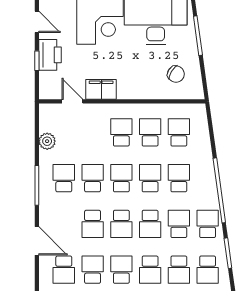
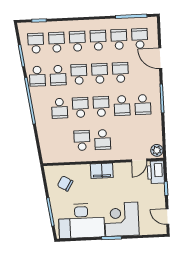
printer: (50, 55) -> (156, 172), moved
filing cabinet: (101, 89) -> (102, 171), moved
door: (72, 101) -> (139, 160), hinge flipped
school desk: (150, 132) -> (82, 140), turned 180
school desk: (179, 132) -> (61, 141), removed
plant: (47, 141) -> (157, 150), moved
school desk: (121, 178) -> (101, 106), turned 180
school desk: (150, 178) -> (80, 107), turned 180
school desk: (93, 270) -> (119, 39), turned 180
school desk: (121, 270) -> (98, 40), turned 180

